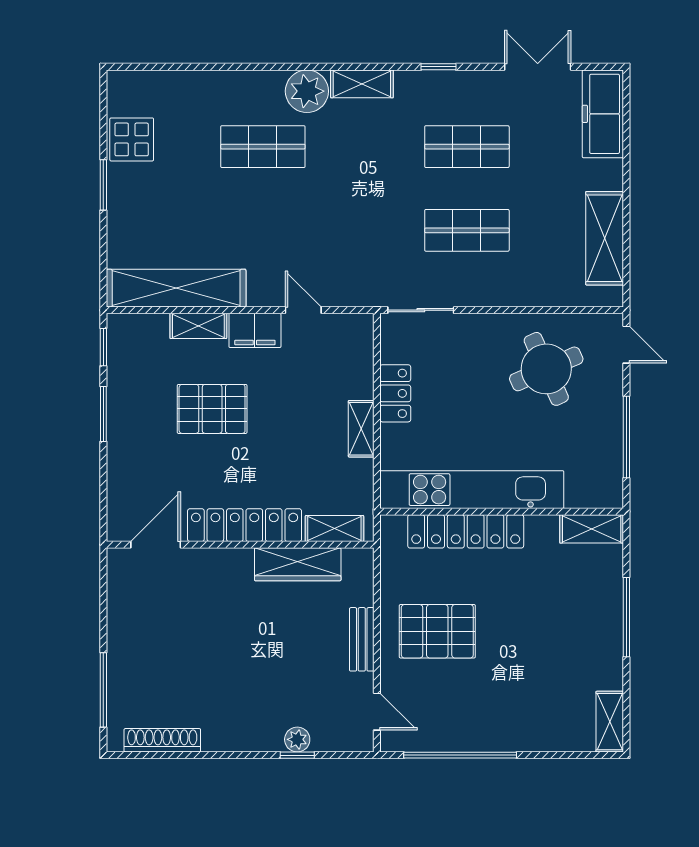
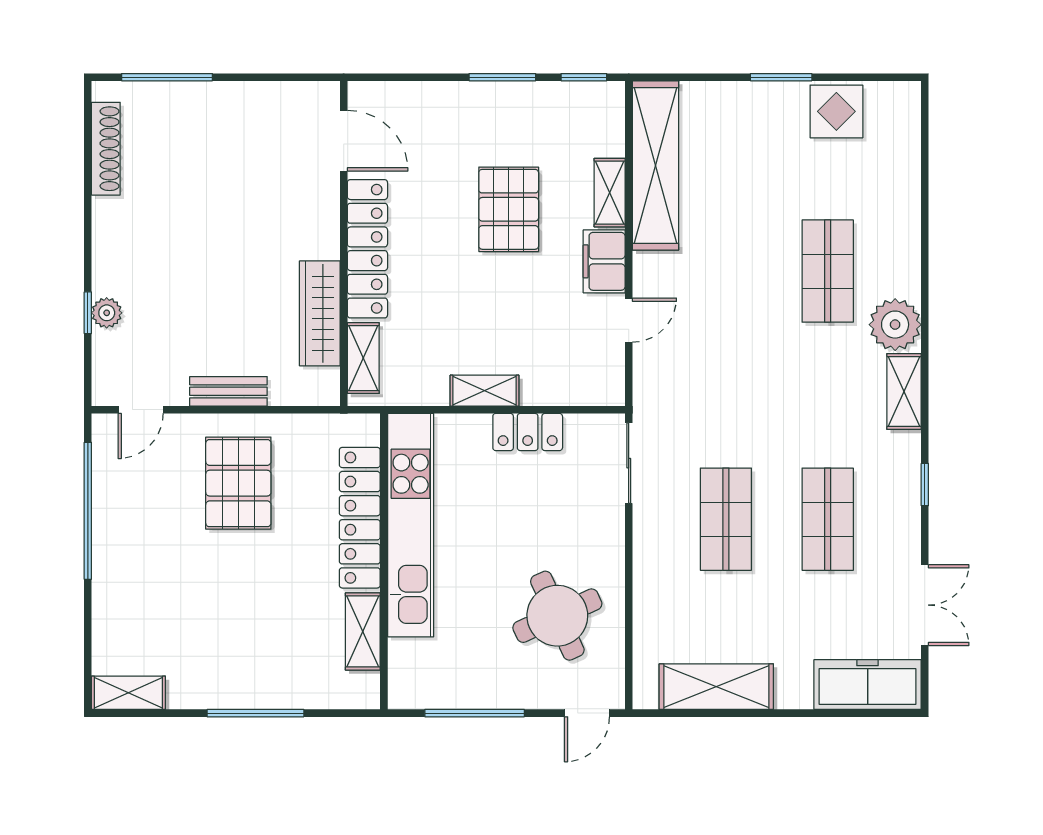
shelving: (592, 529) -> (363, 631), moved

